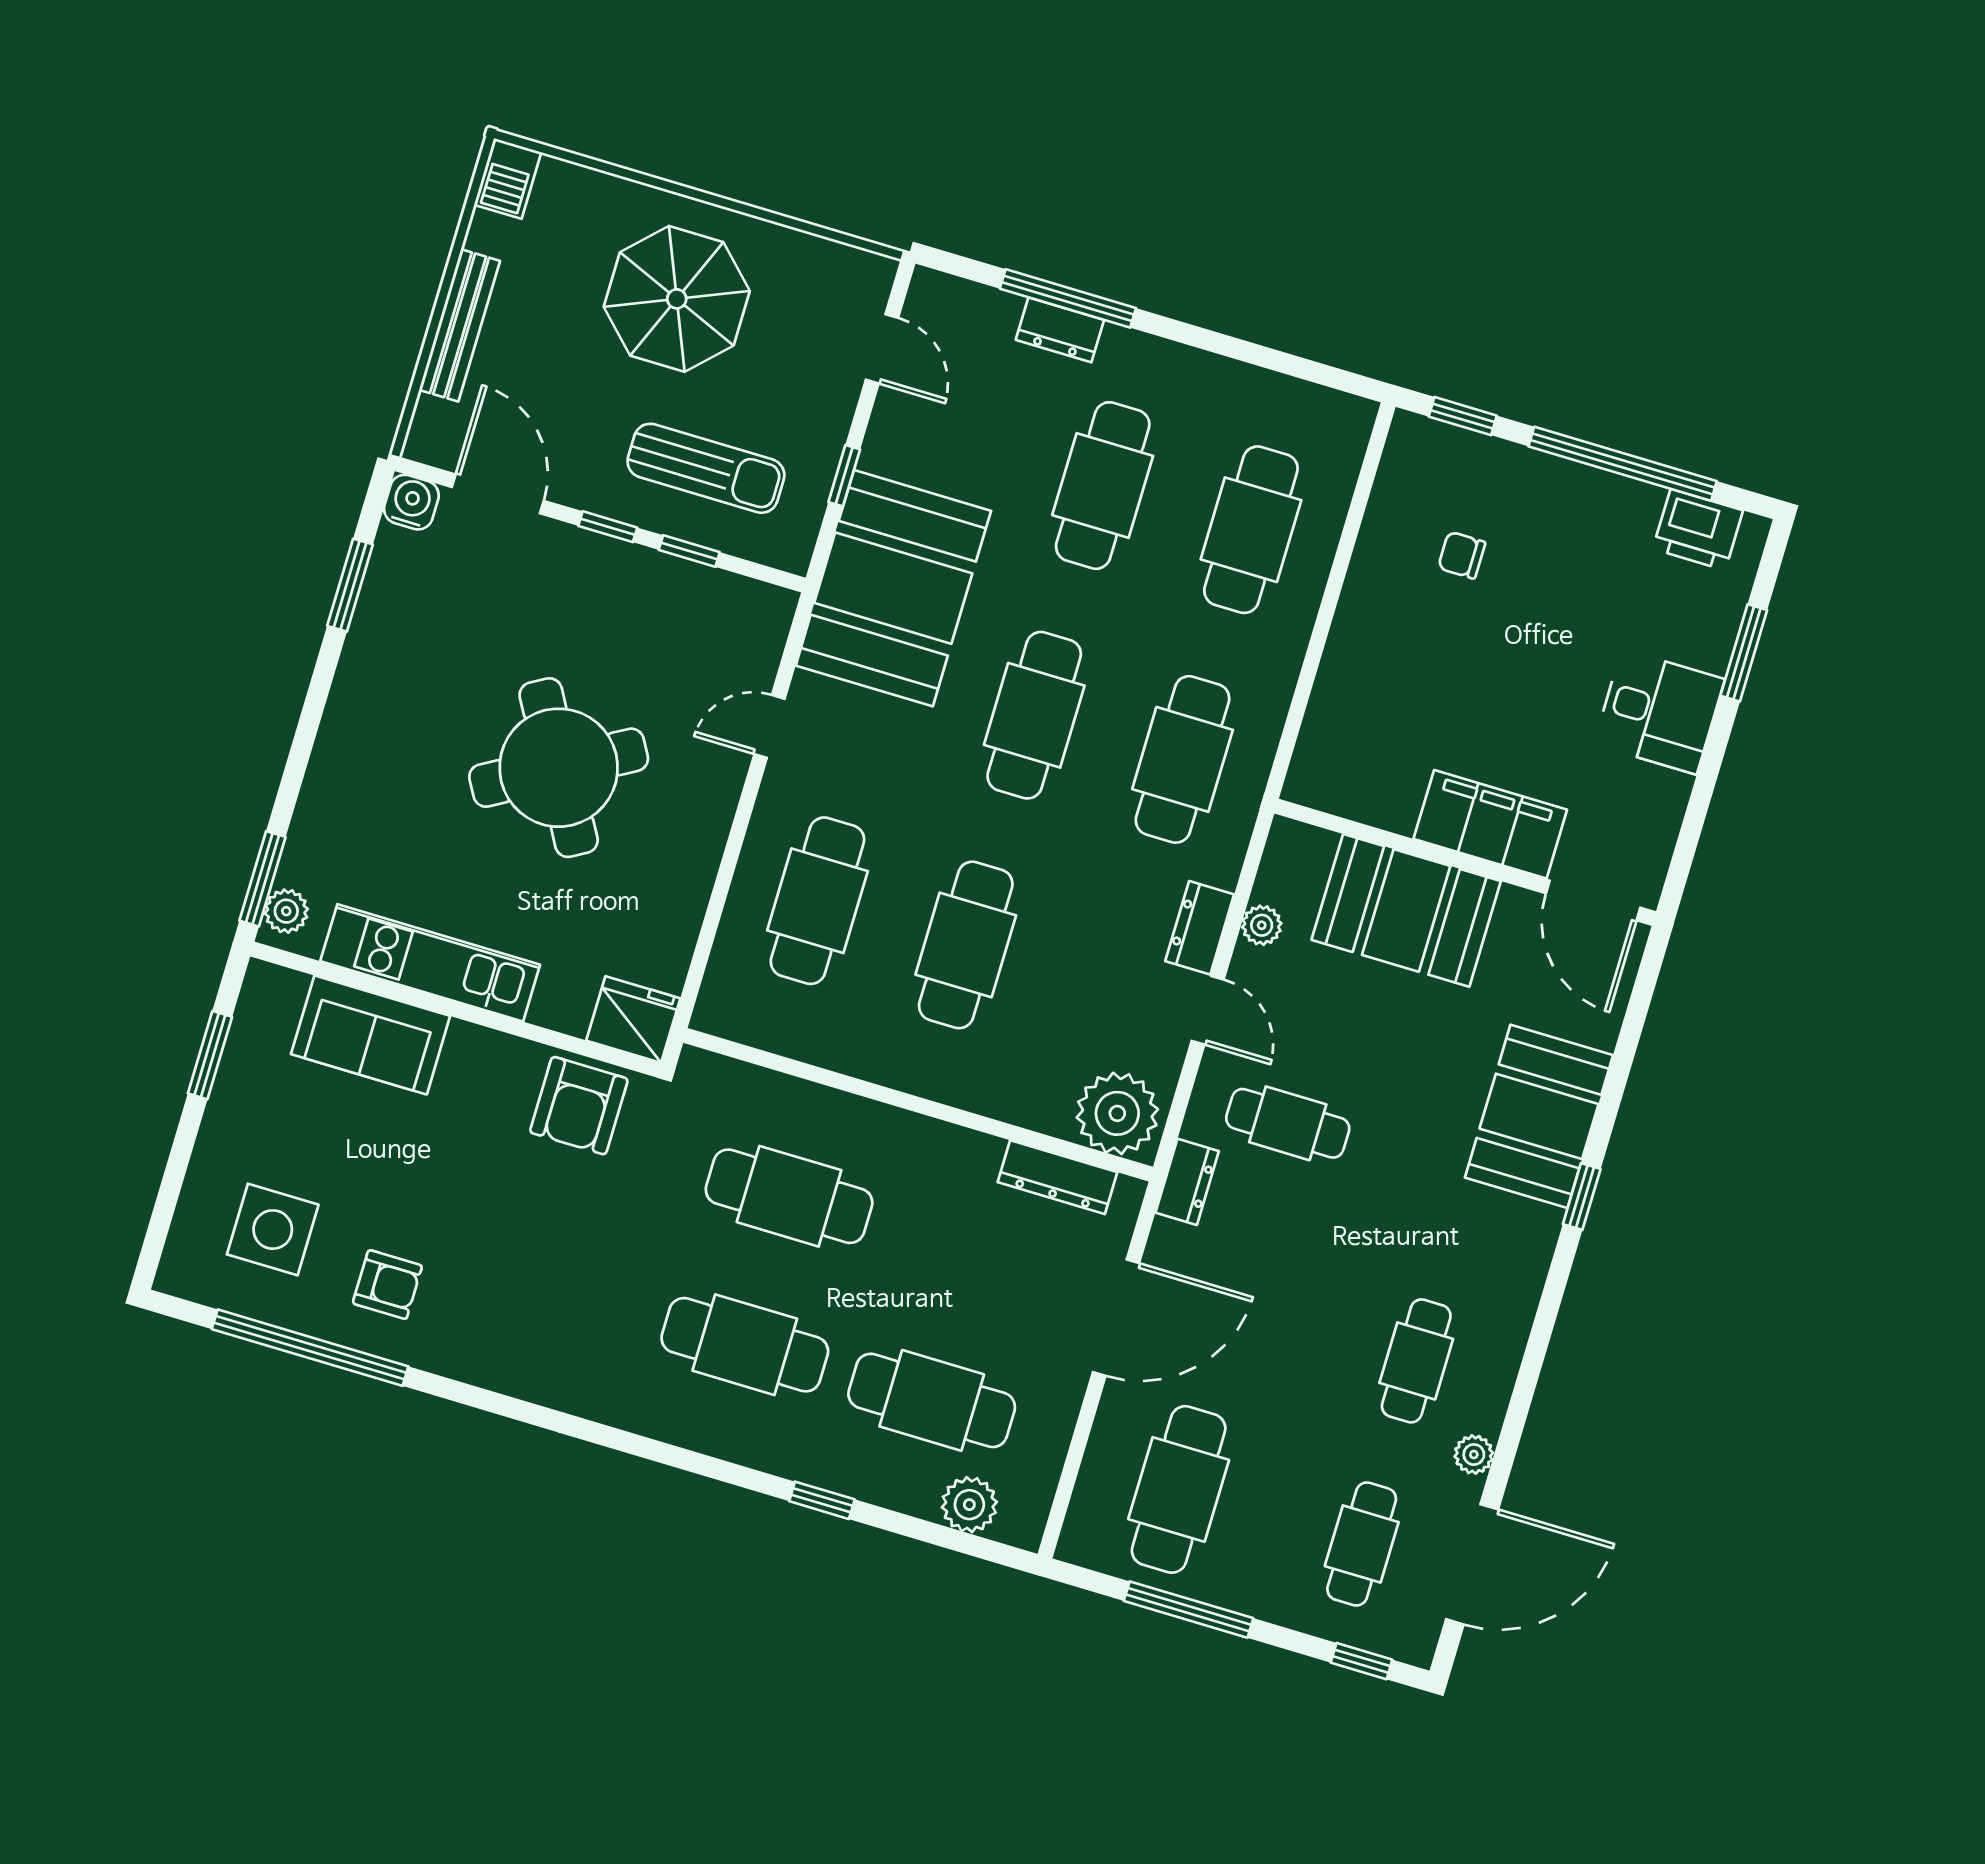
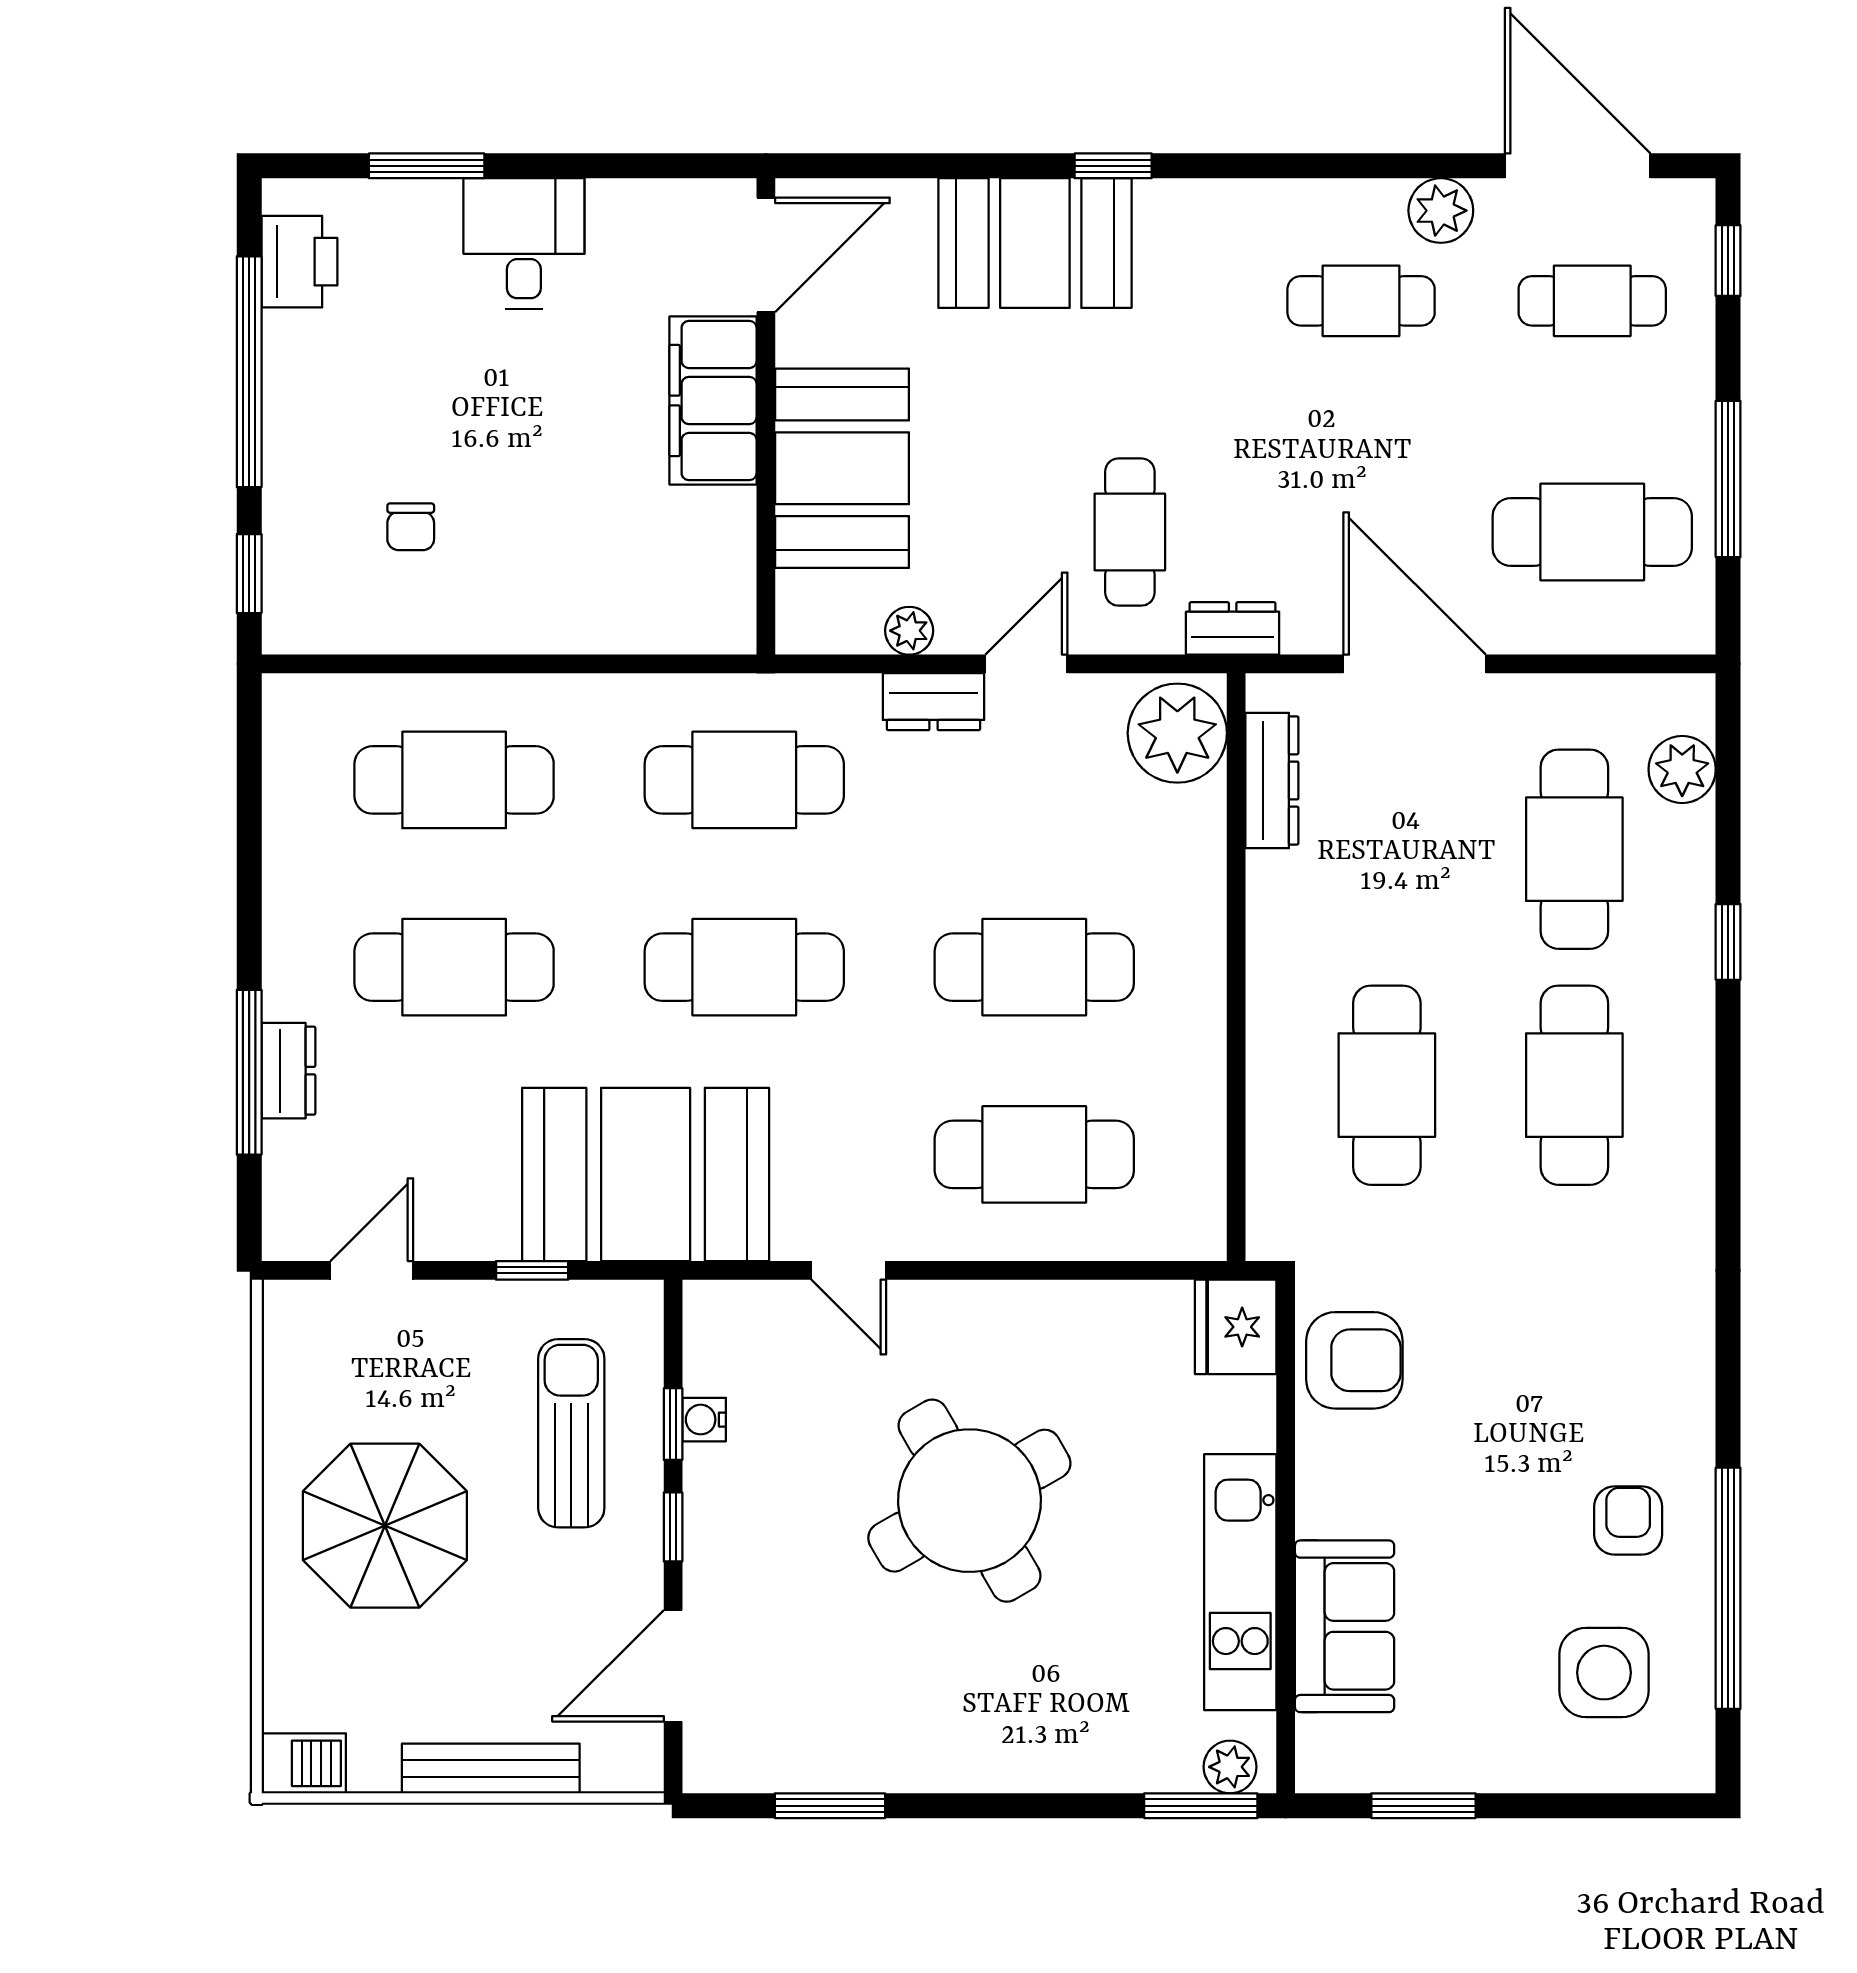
water cooler: (411, 502) -> (704, 1420), moved, width x0.72, depth x0.72
plant: (1474, 1455) -> (1441, 211), width x1.38, depth x1.38

